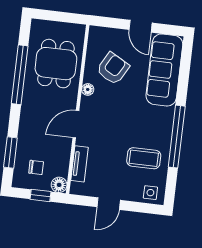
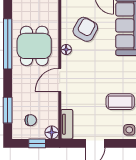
dining table: (56, 64) -> (34, 46), moved
tv unit: (80, 164) -> (67, 124), moved

